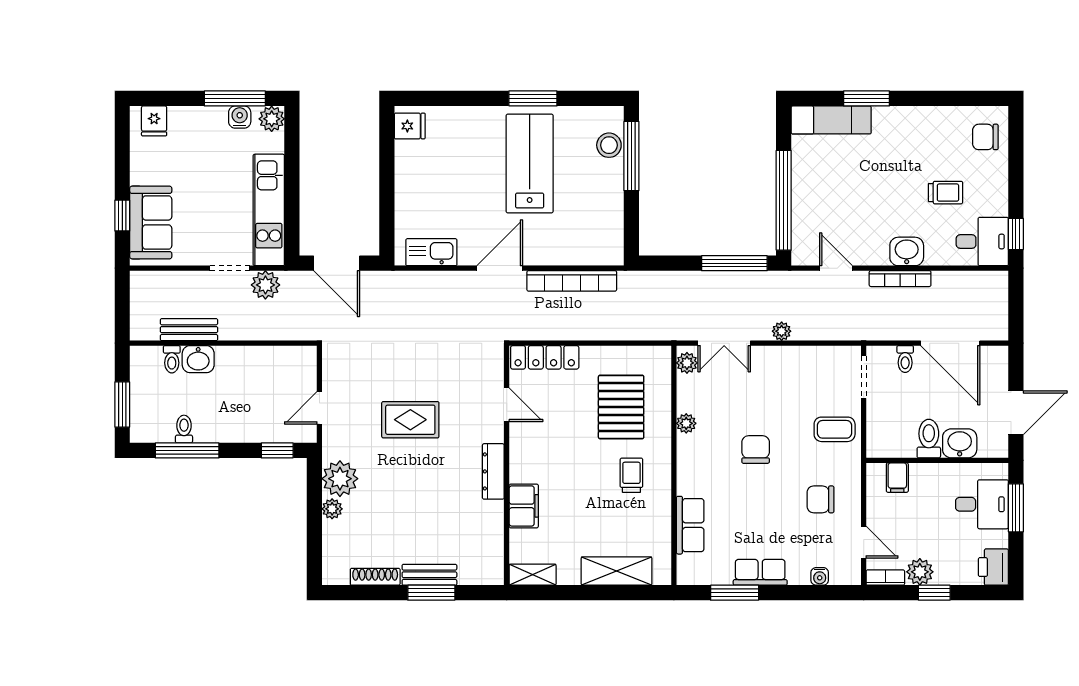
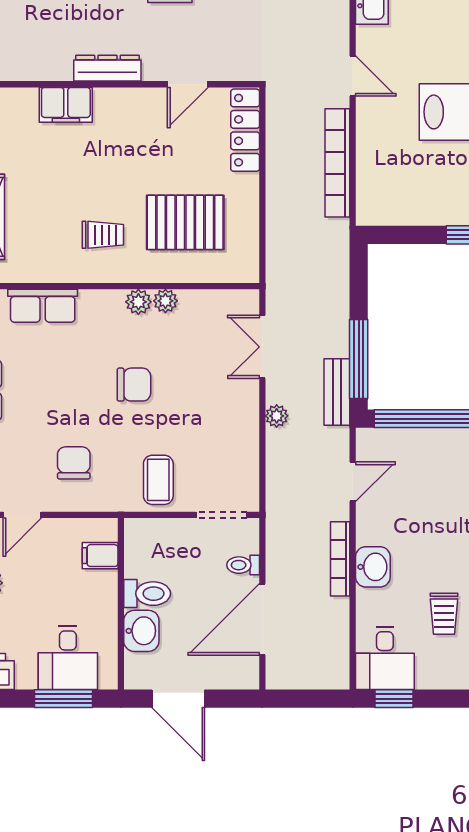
door: (500, 268) -> (353, 76), width x0.73
bench: (762, 281) -> (337, 392), added
plant: (687, 363) -> (138, 302), moved

